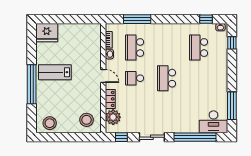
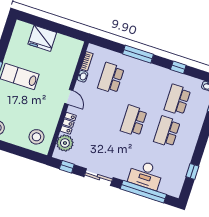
window: (137, 19) -> (138, 54), moved
window: (206, 19) -> (178, 67), moved
fridge: (47, 33) -> (42, 38), moved
school desk: (135, 78) -> (167, 132), moved, width x1.85
window: (232, 106) -> (192, 171), width x0.46
desk: (213, 122) -> (146, 175), moved

